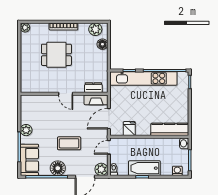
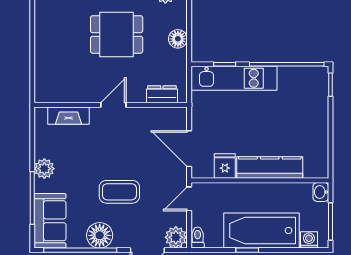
floor lamp: (102, 44) -> (178, 39), moved
dining table: (56, 55) -> (117, 34), moved
kitchen unit: (143, 78) -> (234, 78), width x0.73
door: (66, 94) -> (113, 105), swing flipped
fireplace: (96, 100) -> (69, 116), moved
door: (109, 119) -> (189, 149), hinge flipped
kitchen counter: (170, 129) -> (270, 168), moved
bathtub: (144, 168) -> (261, 230), width x1.36, depth x1.36

